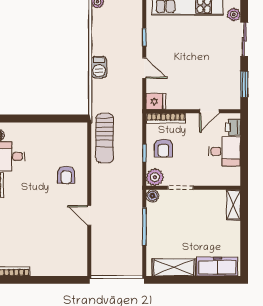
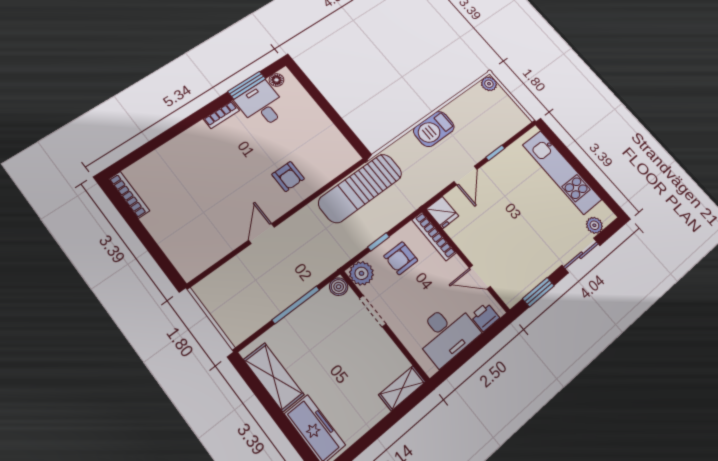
barbecue: (99, 67) -> (434, 129), width x1.38, depth x1.27
sun lounger: (105, 138) -> (360, 188), width x1.36, depth x1.34
desk: (225, 151) -> (446, 333), width x1.37
armchair: (66, 175) -> (288, 177), turned -90

